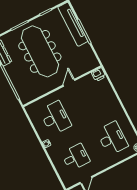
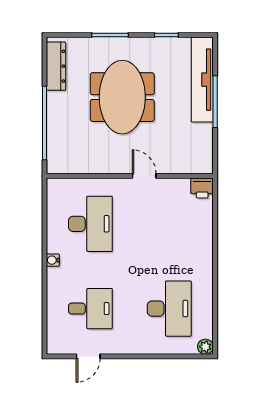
meeting table: (40, 51) -> (122, 97), width x0.73
door: (69, 83) -> (144, 176), hinge flipped

